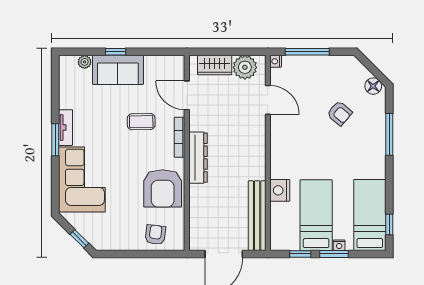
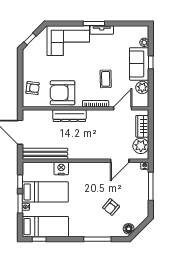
plant: (154, 65) -> (142, 87), added
dresser: (198, 158) -> (69, 116), moved

